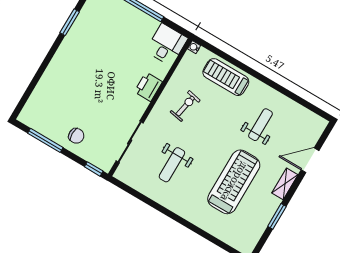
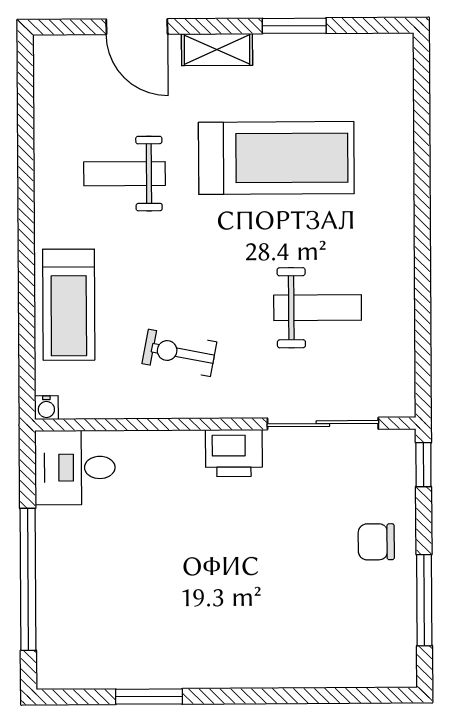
printer: (148, 87) -> (234, 453), moved
chair: (76, 136) -> (376, 542), turned -90
treadmill: (234, 182) -> (276, 158), turned 180

